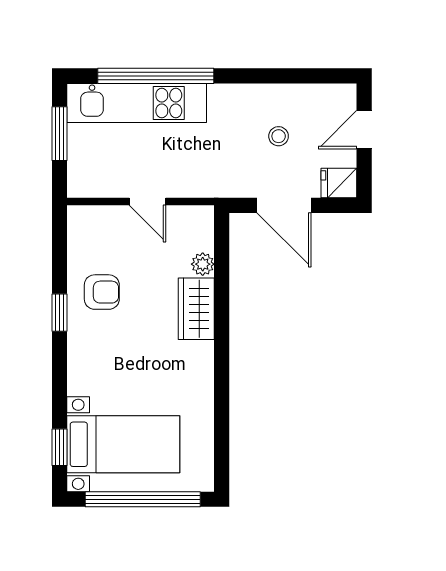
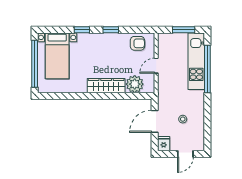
door: (364, 130) -> (185, 154), swing flipped
plant: (203, 264) -> (135, 84), width x1.88, depth x1.88
armchair: (102, 292) -> (137, 43), moved, turned -90
wardrobe: (196, 309) -> (106, 86), width x1.50
window: (59, 447) -> (82, 30), moved

